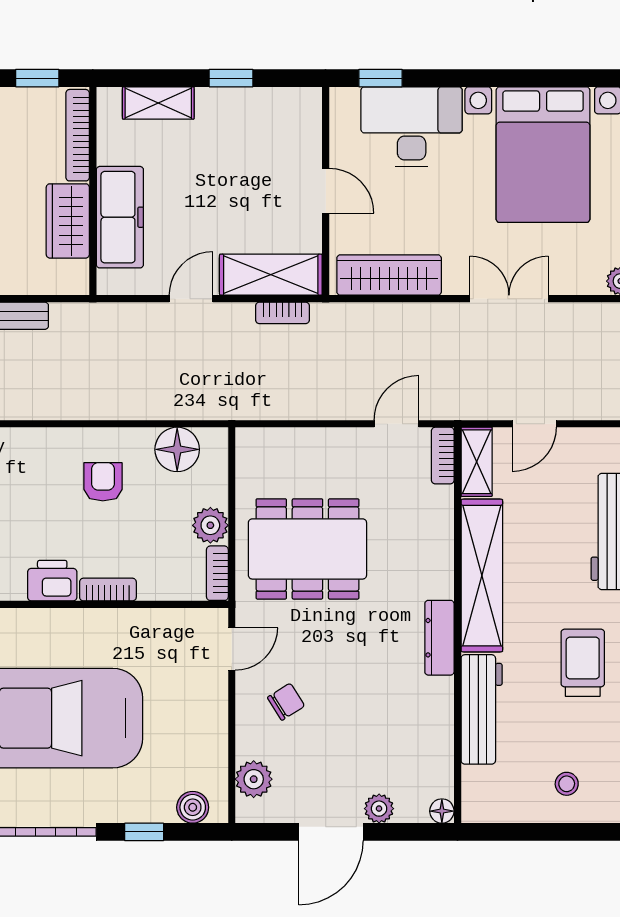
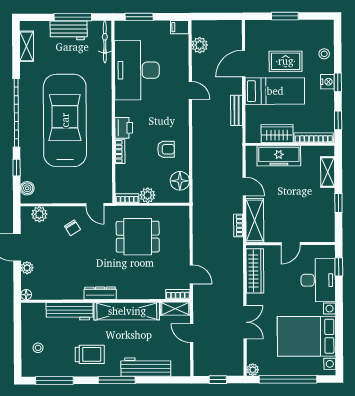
dining table: (307, 549) -> (138, 237), width x0.73

